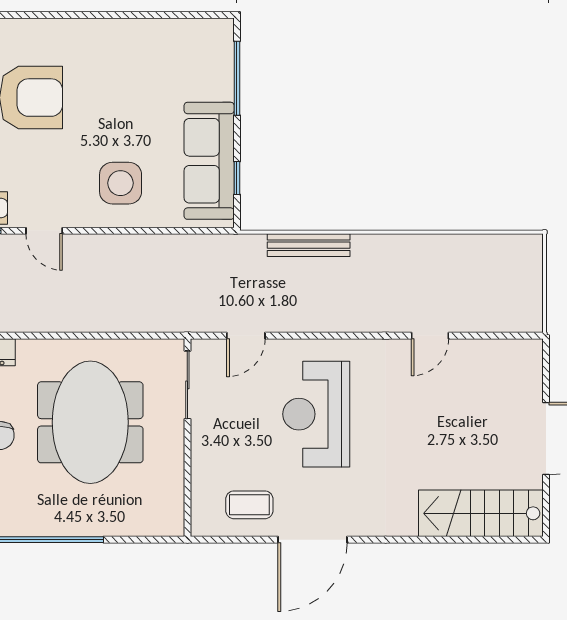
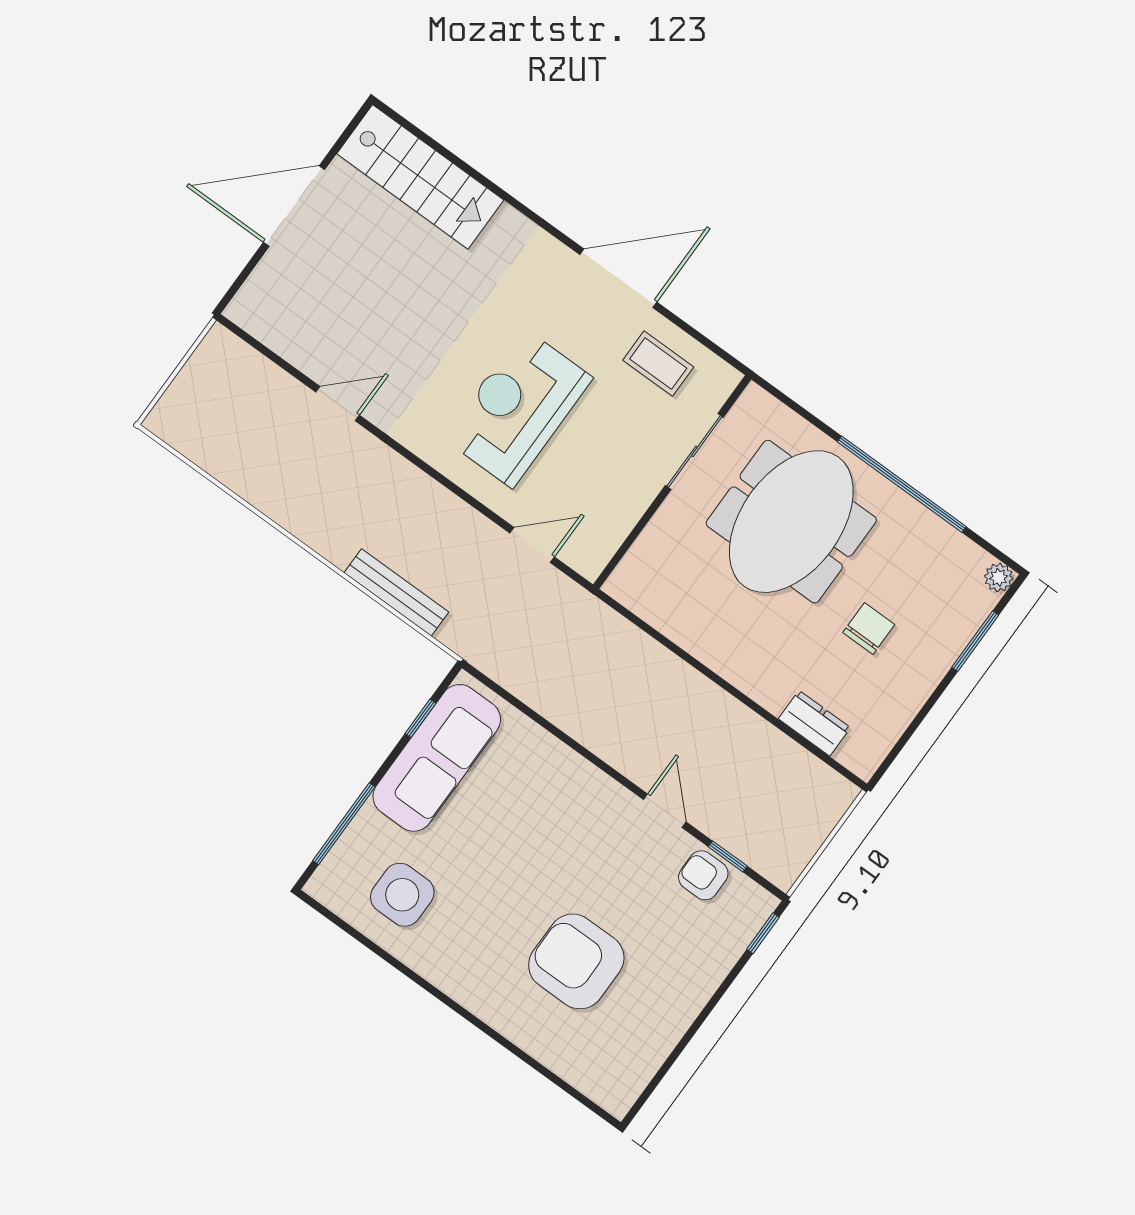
side table: (121, 183) -> (402, 895), moved
sliding door: (187, 385) -> (694, 451), moved
reception desk: (316, 414) -> (518, 408), turned 180
meeting table: (90, 422) -> (791, 522), moved

